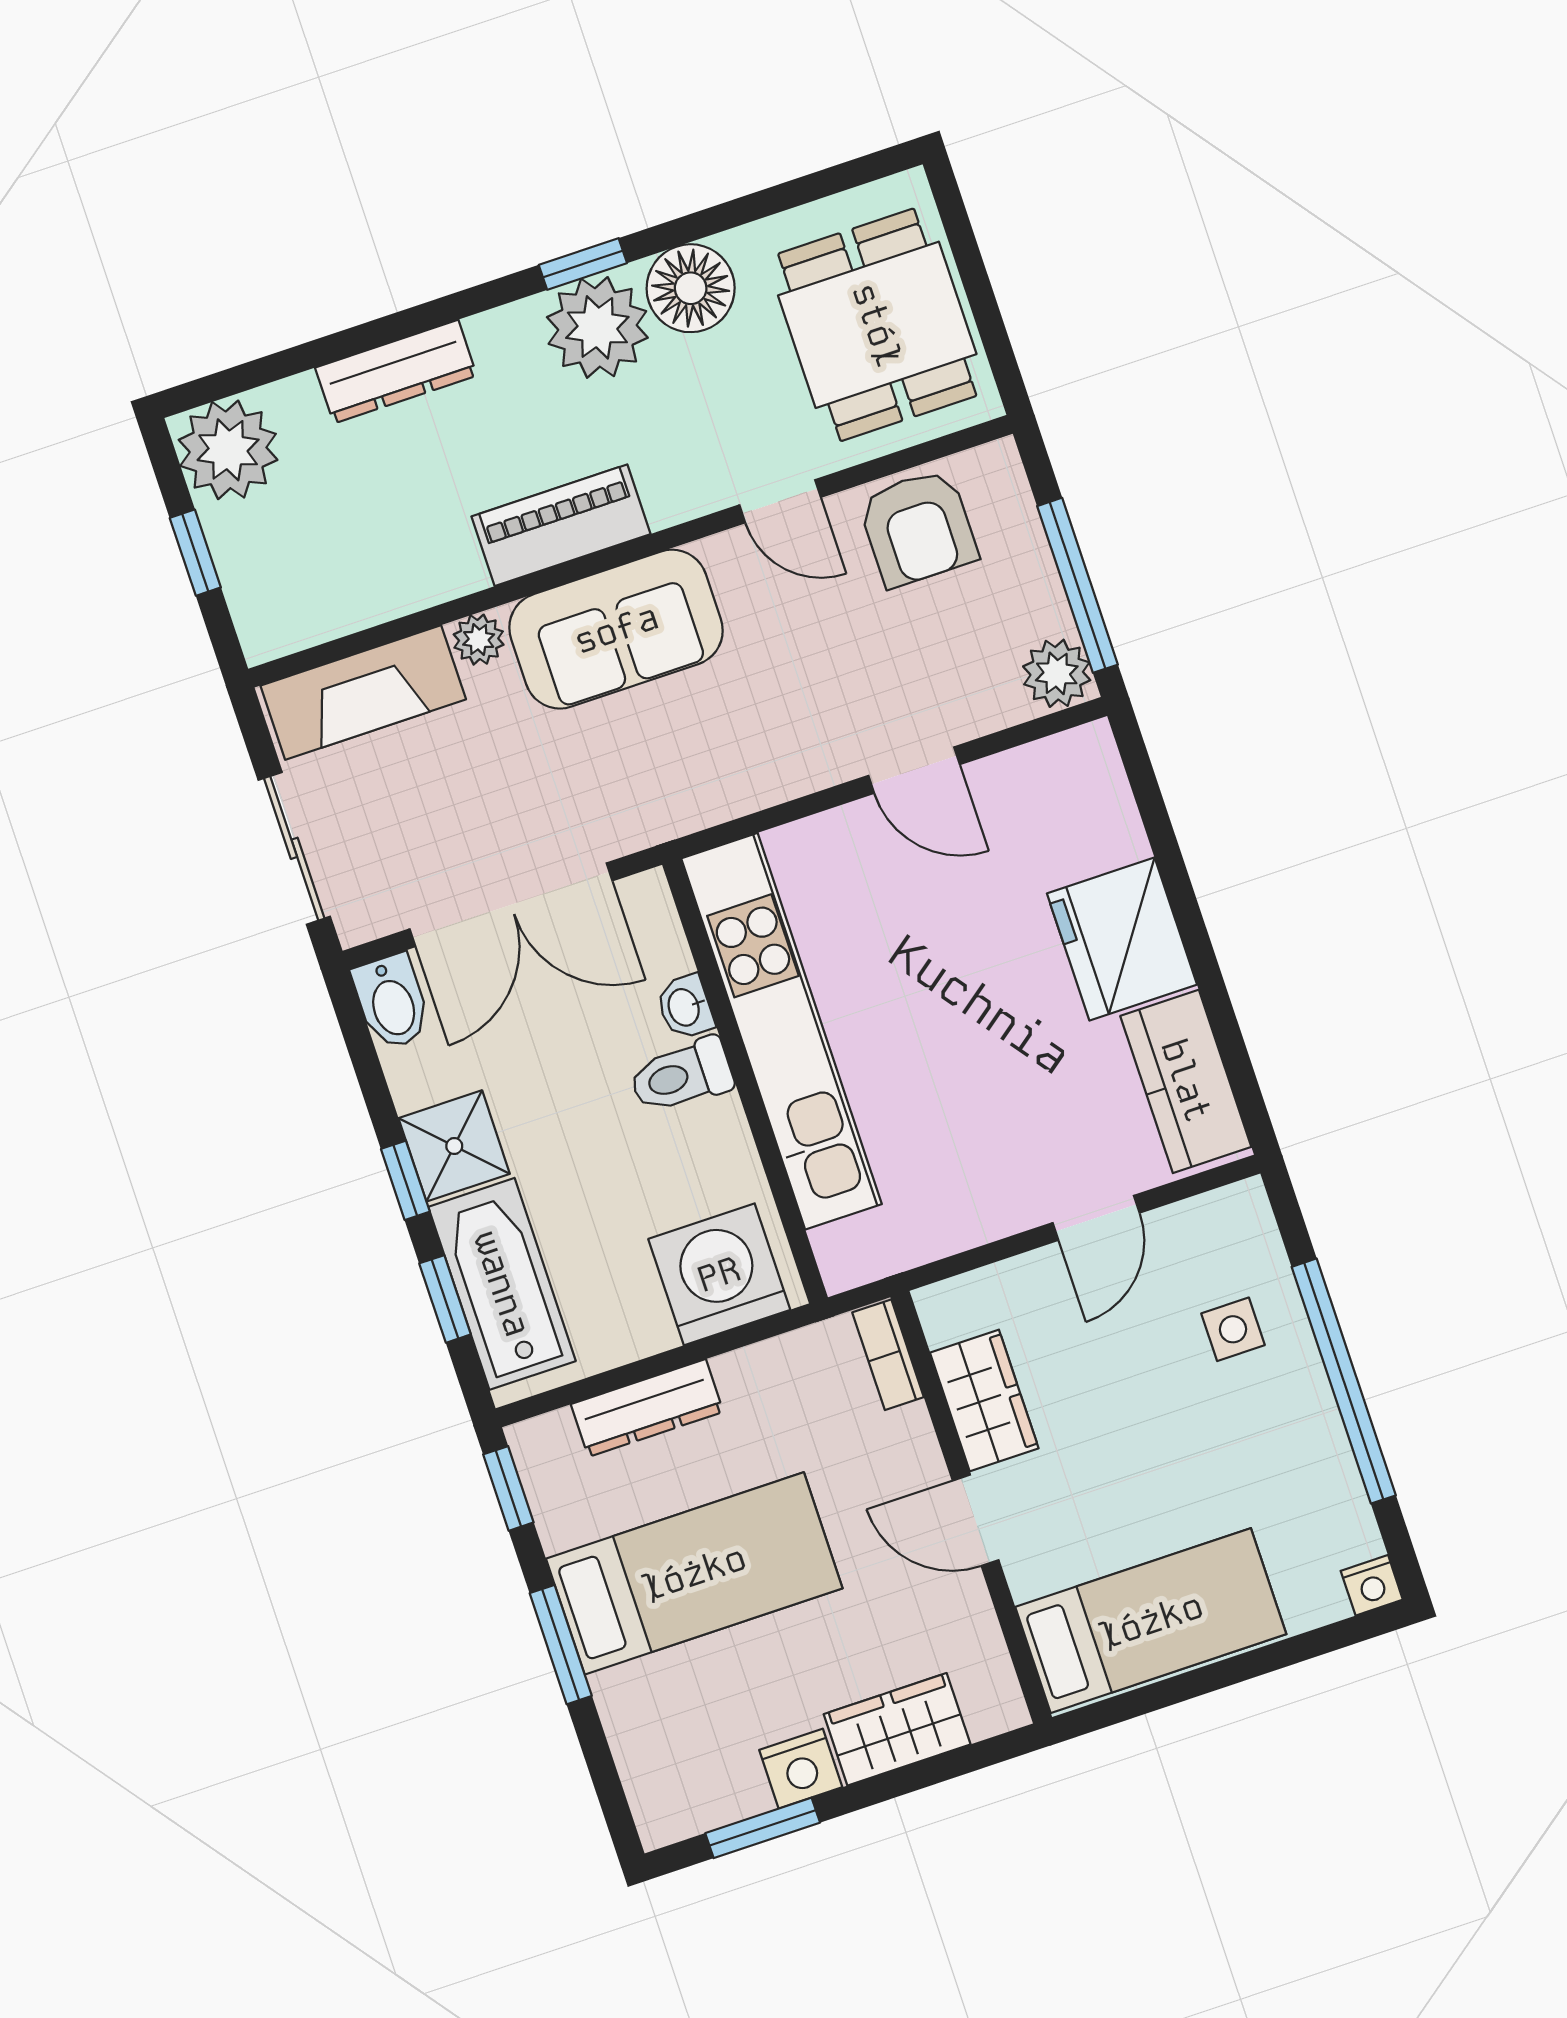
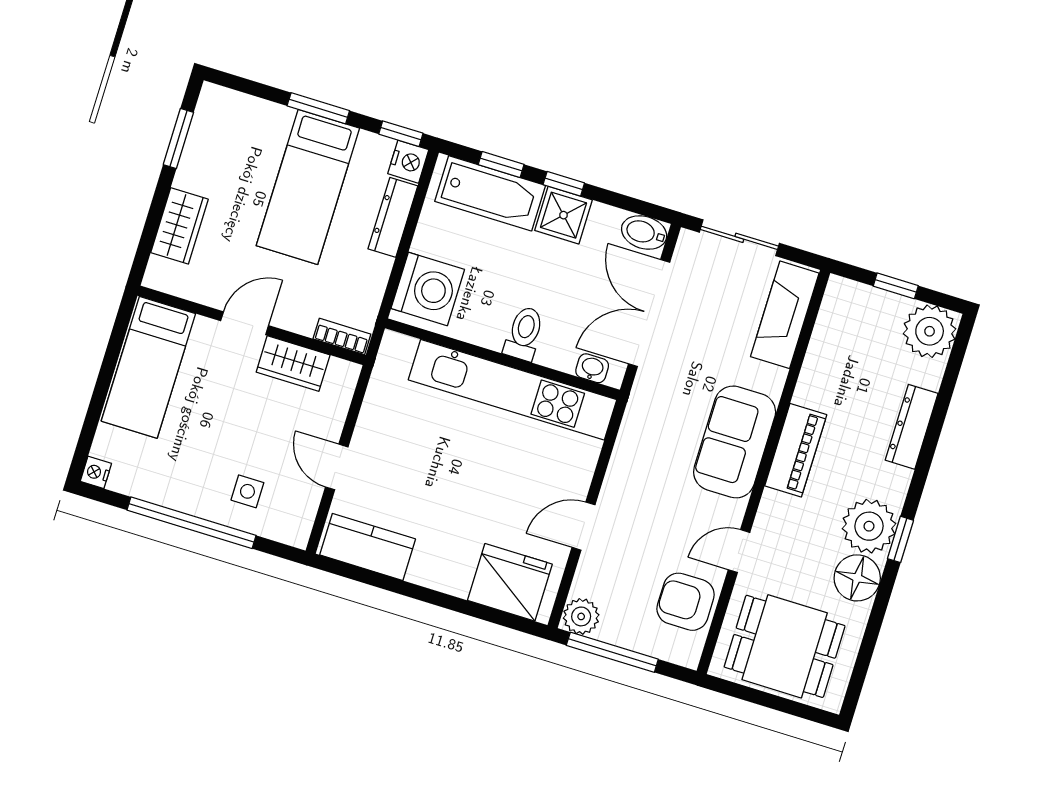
plant: (479, 640) -> (772, 380), removed
fridge: (1122, 939) -> (510, 582), moved
washbasin: (685, 1007) -> (592, 368), moved
nightstand: (801, 1769) -> (408, 162), moved, turned 180

